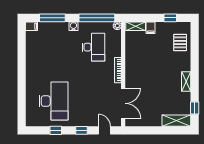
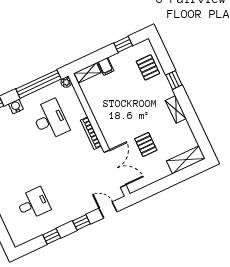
pallet: (153, 96) -> (146, 145), added
desk: (53, 101) -> (33, 204), width x0.53, depth x0.77
window: (195, 108) -> (174, 80), moved

